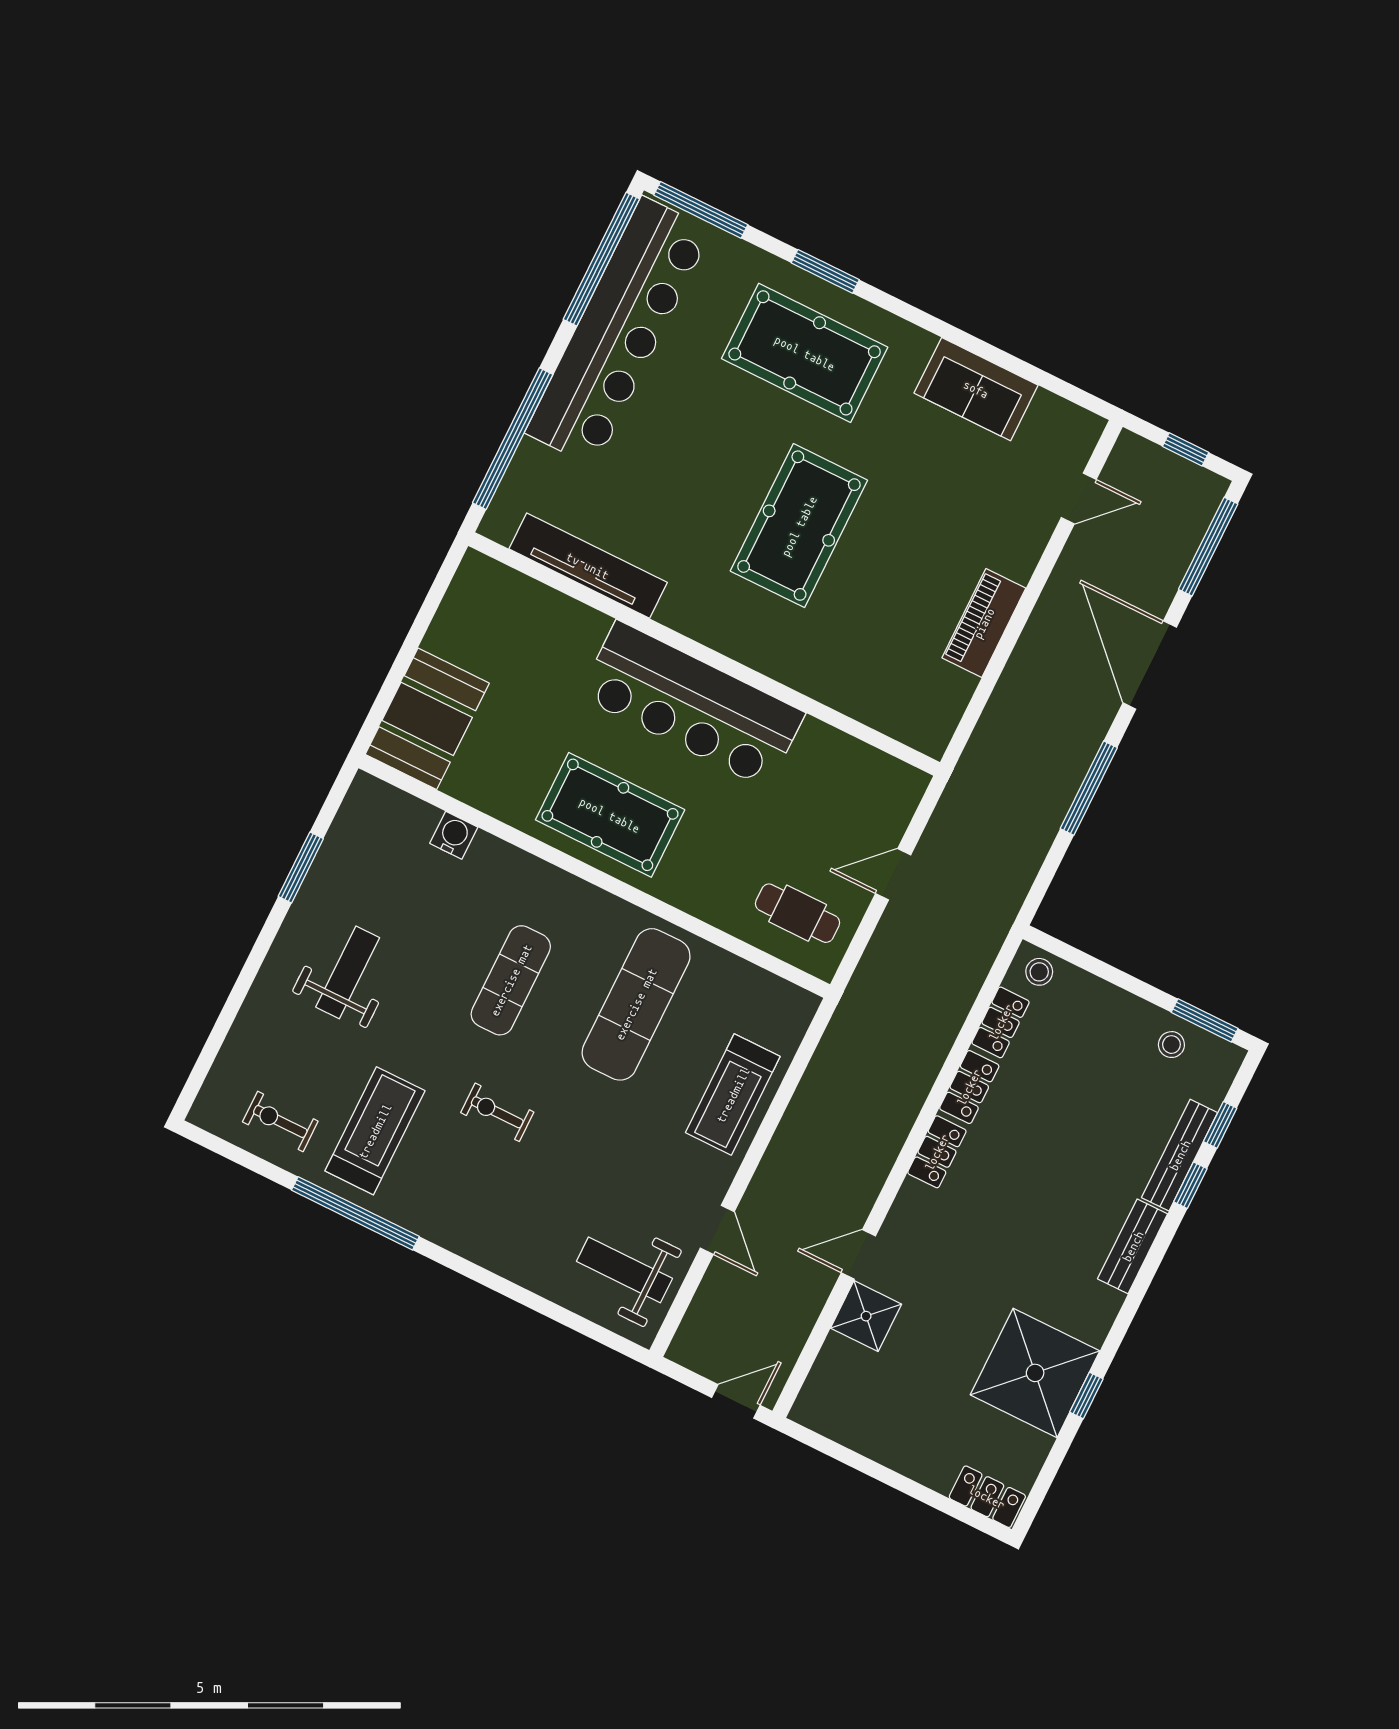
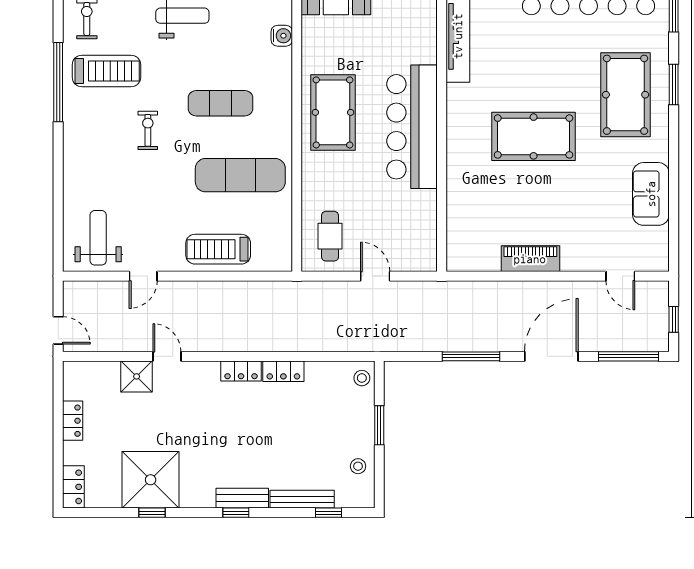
window: (1205, 1020) -> (379, 425), moved
locker: (1001, 1022) -> (73, 421), moved, turned -90
window: (1190, 1185) -> (236, 513), moved

